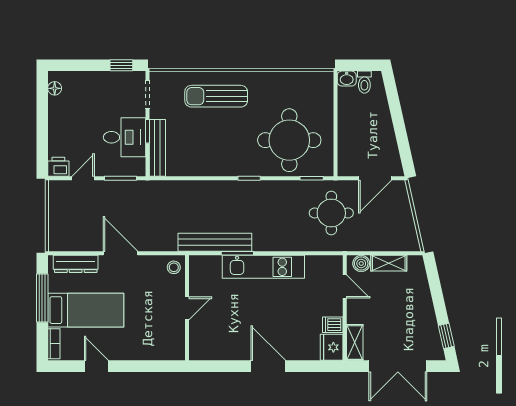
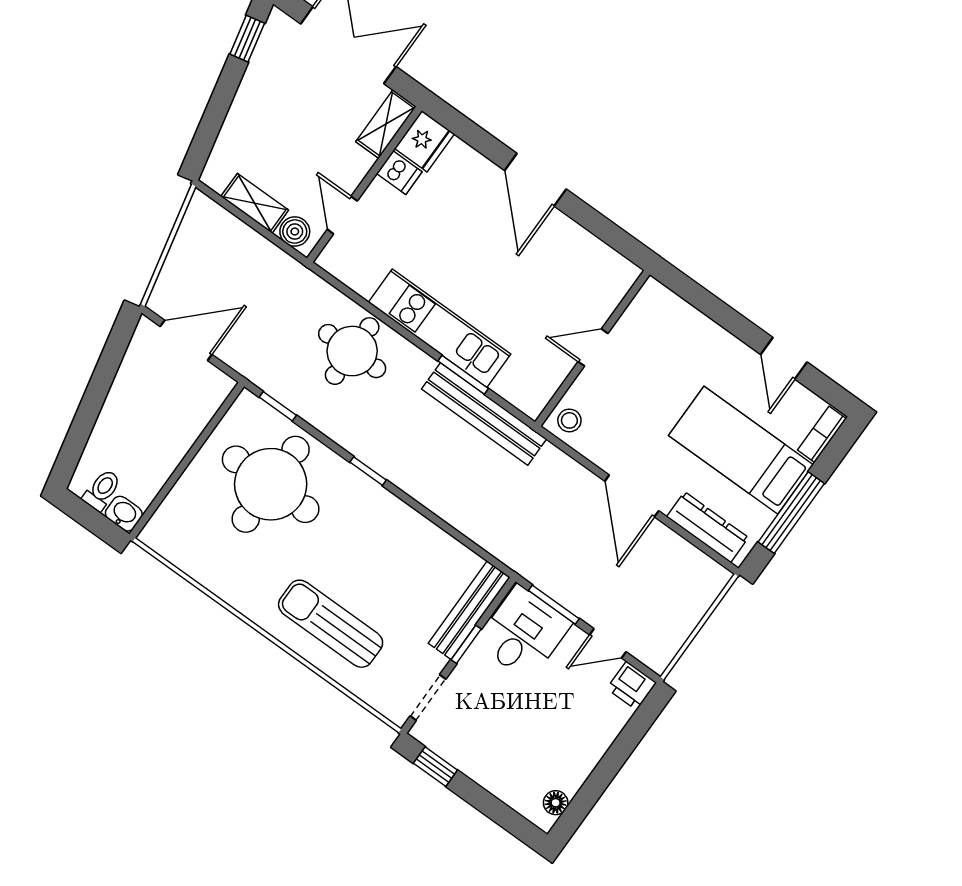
sun lounger: (216, 96) -> (331, 624), turned 180
desk: (125, 137) -> (523, 633), moved, turned 90
round table: (331, 213) -> (352, 351), moved

